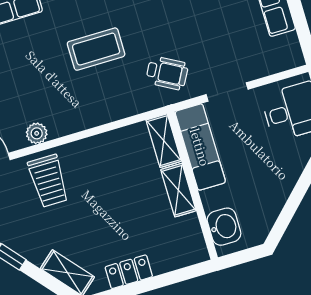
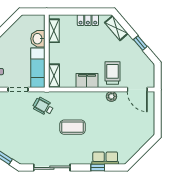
filing cabinet: (95, 151) -> (87, 80), added
shelving: (178, 190) -> (54, 31), moved
washbasin: (224, 227) -> (38, 39), moved

